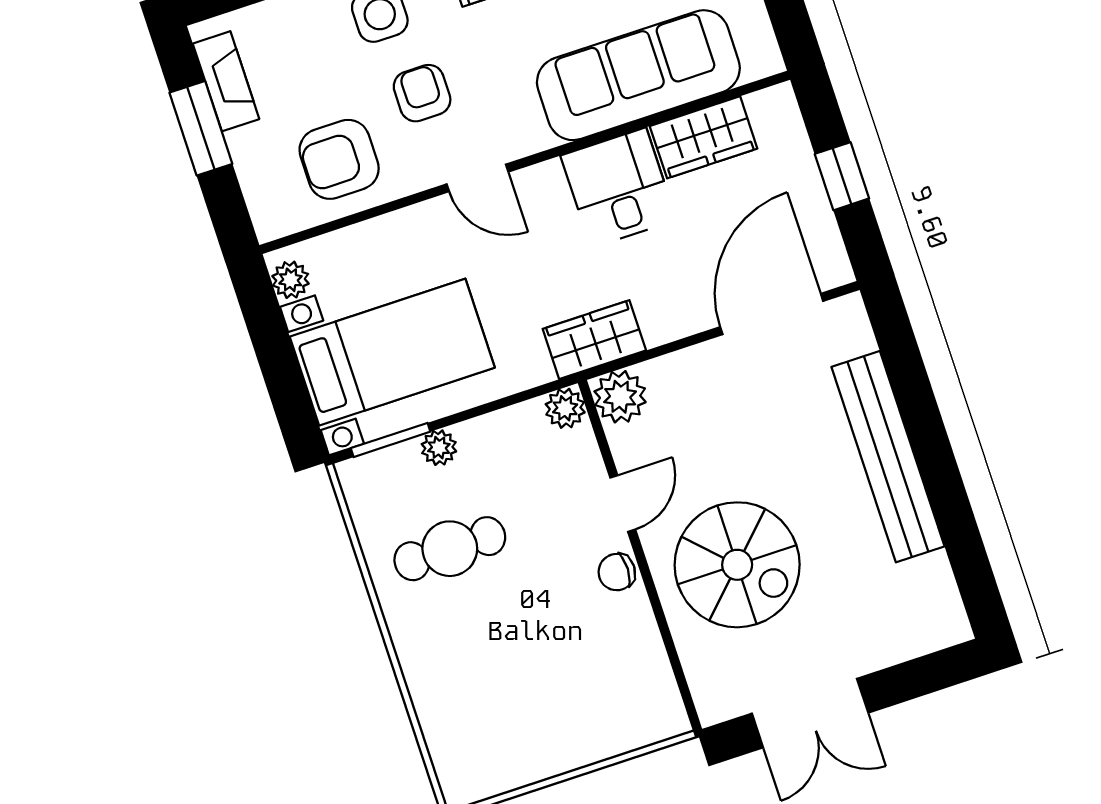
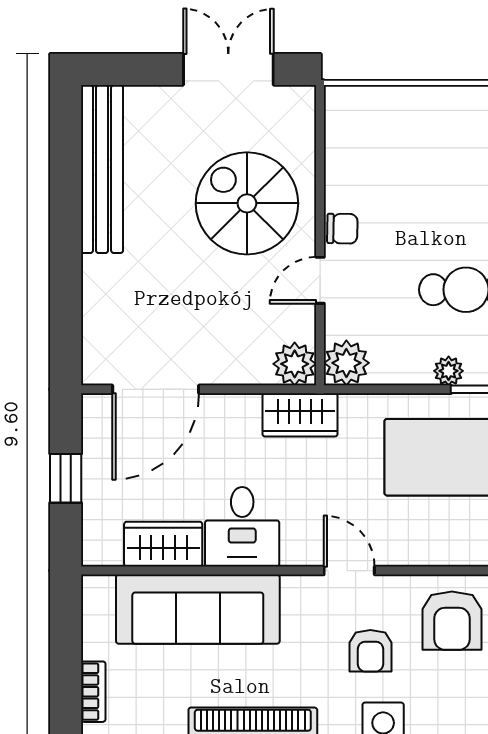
armchair: (339, 159) -> (452, 621), turned 90
plant: (565, 408) -> (346, 363), width x1.38, depth x1.38
bench: (888, 457) -> (102, 169), moved

